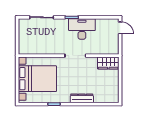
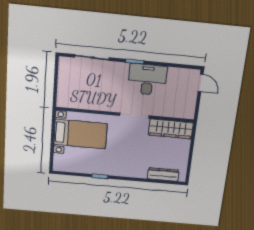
wardrobe: (108, 63) -> (171, 129), width x1.50
bed with nightstands: (37, 79) -> (80, 134), width x0.73
dresser: (82, 98) -> (163, 174), moved

